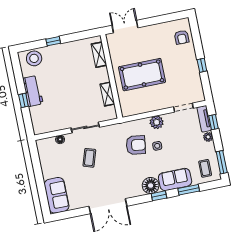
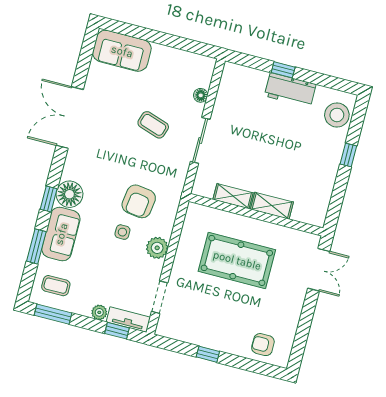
shelving: (99, 55) -> (272, 206), moved
pool table: (142, 75) -> (237, 260), turned 90

